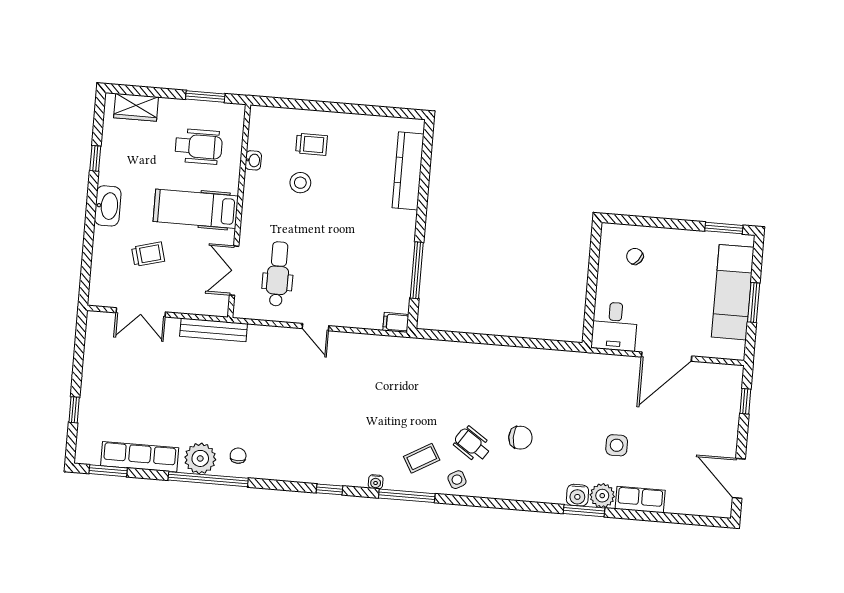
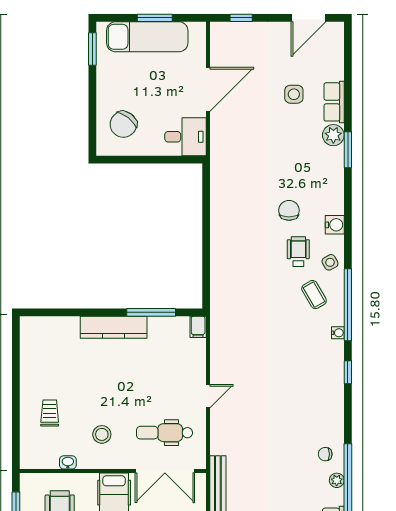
kitchen counter: (408, 171) -> (114, 327), moved
stool: (300, 183) -> (102, 434), moved
chair: (635, 256) -> (123, 124), width x1.87, depth x1.87
double door: (234, 271) -> (165, 471), width x1.37
door: (667, 357) -> (208, 89), hinge flipped
wheelchair: (472, 444) -> (298, 252), turned 146
side table: (617, 445) -> (294, 94), moved
plant: (200, 458) -> (337, 480), width x0.53, depth x0.53
water cooler: (577, 495) -> (335, 225), moved
window: (407, 496) -> (348, 305), width x1.46

